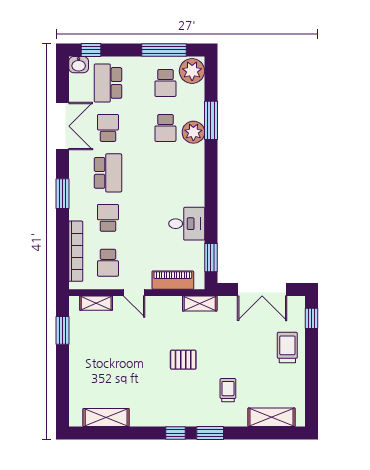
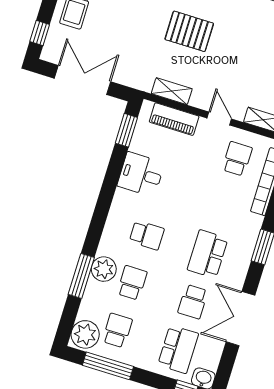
school desk: (108, 218) -> (147, 235), moved, turned -90
shelving: (200, 303) -> (172, 91), moved
pallet: (183, 360) -> (189, 31), width x1.50, depth x1.42

